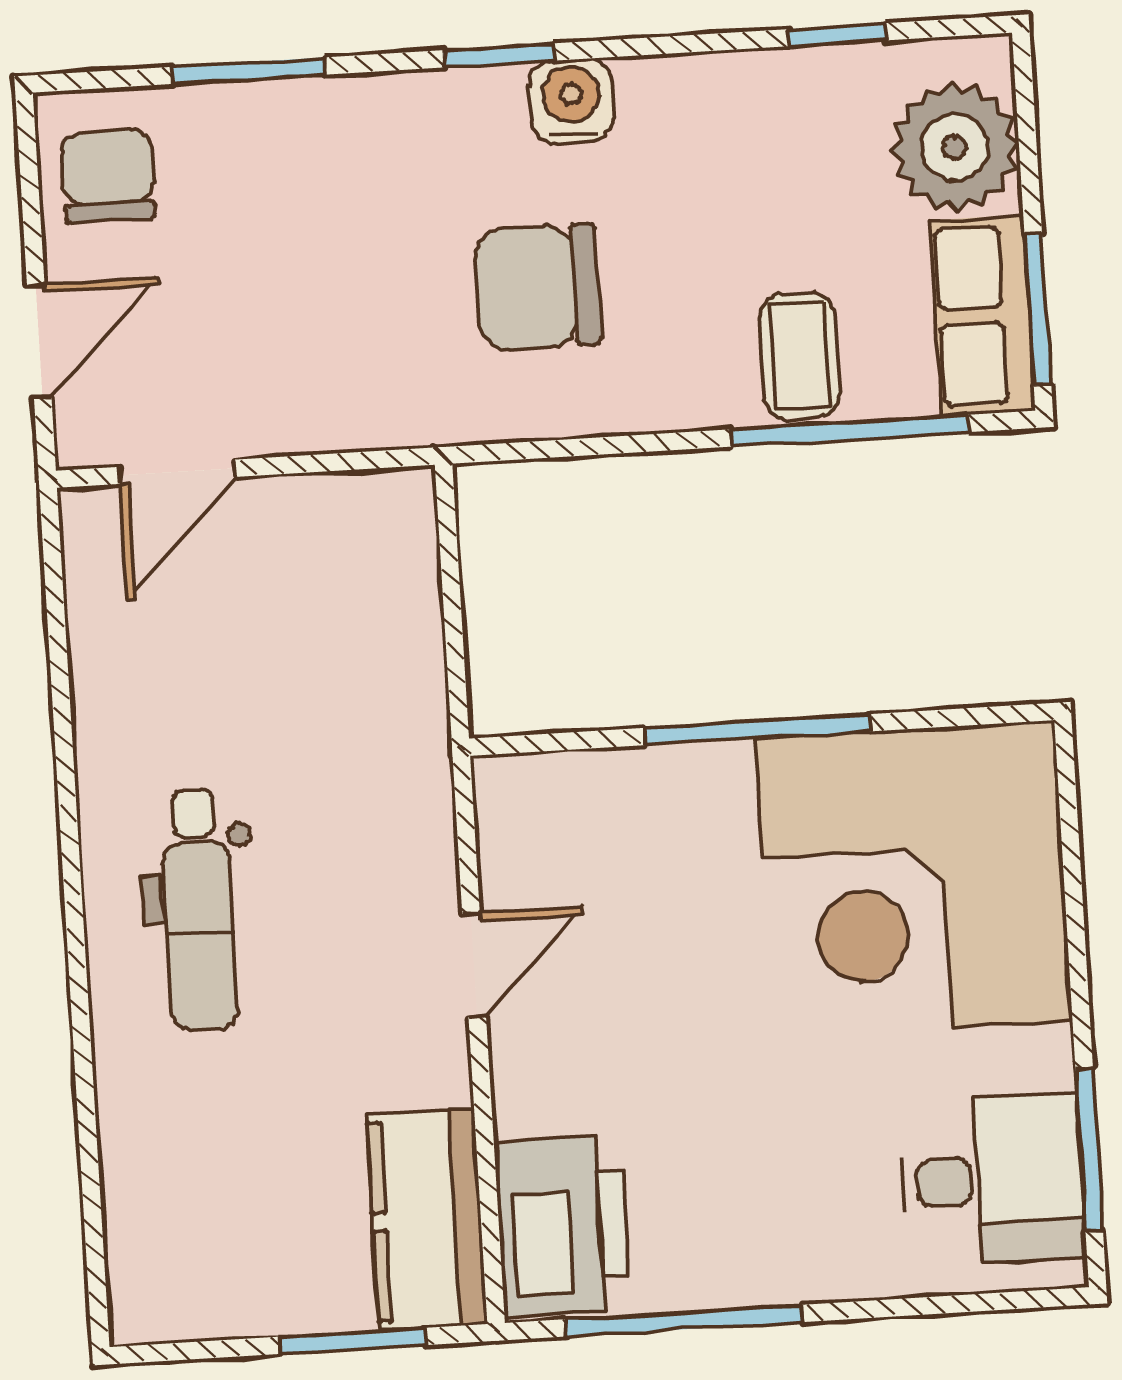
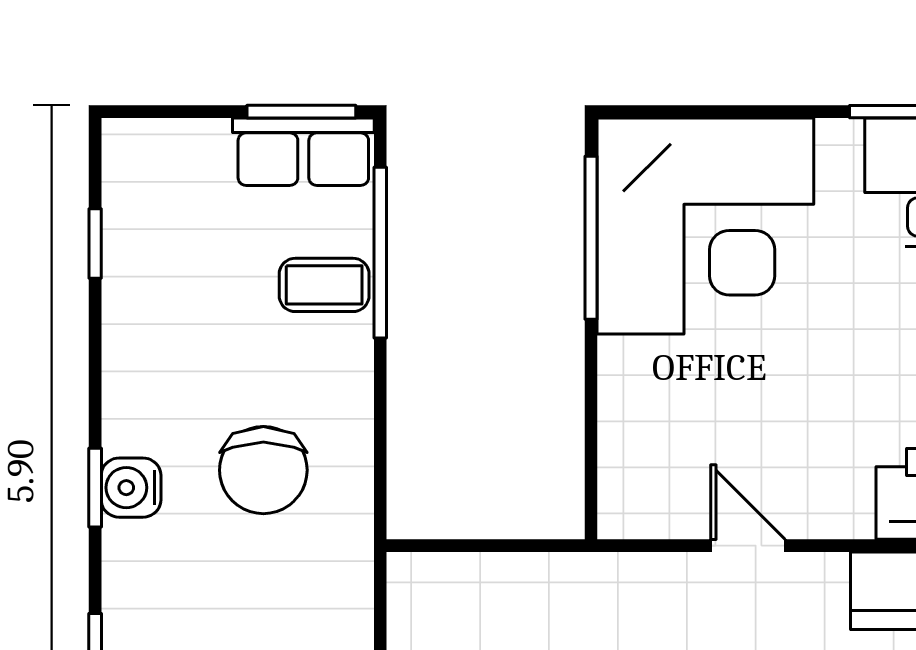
water cooler: (571, 101) -> (131, 488), moved
plant: (955, 147) -> (181, 164), removed
window: (757, 730) -> (591, 238), moved

